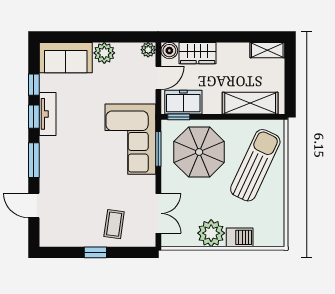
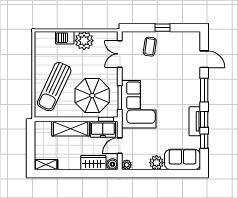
shelving: (250, 103) -> (71, 129), moved

